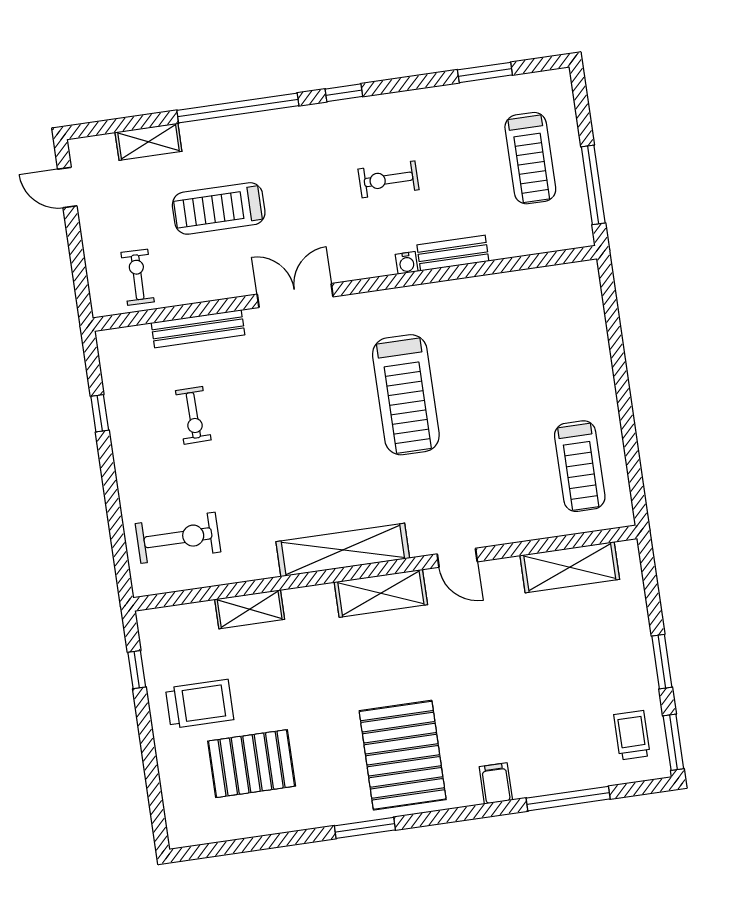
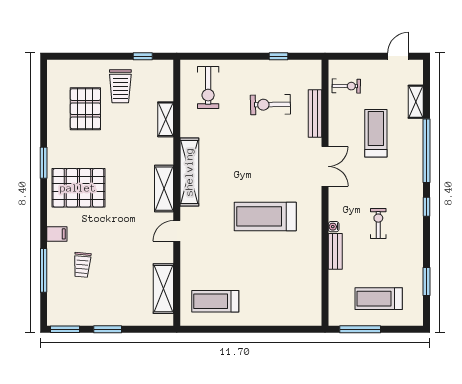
exercise bike: (193, 415) -> (270, 105), width x1.38, depth x1.39
trolley: (632, 735) -> (82, 265), moved, turned 95

